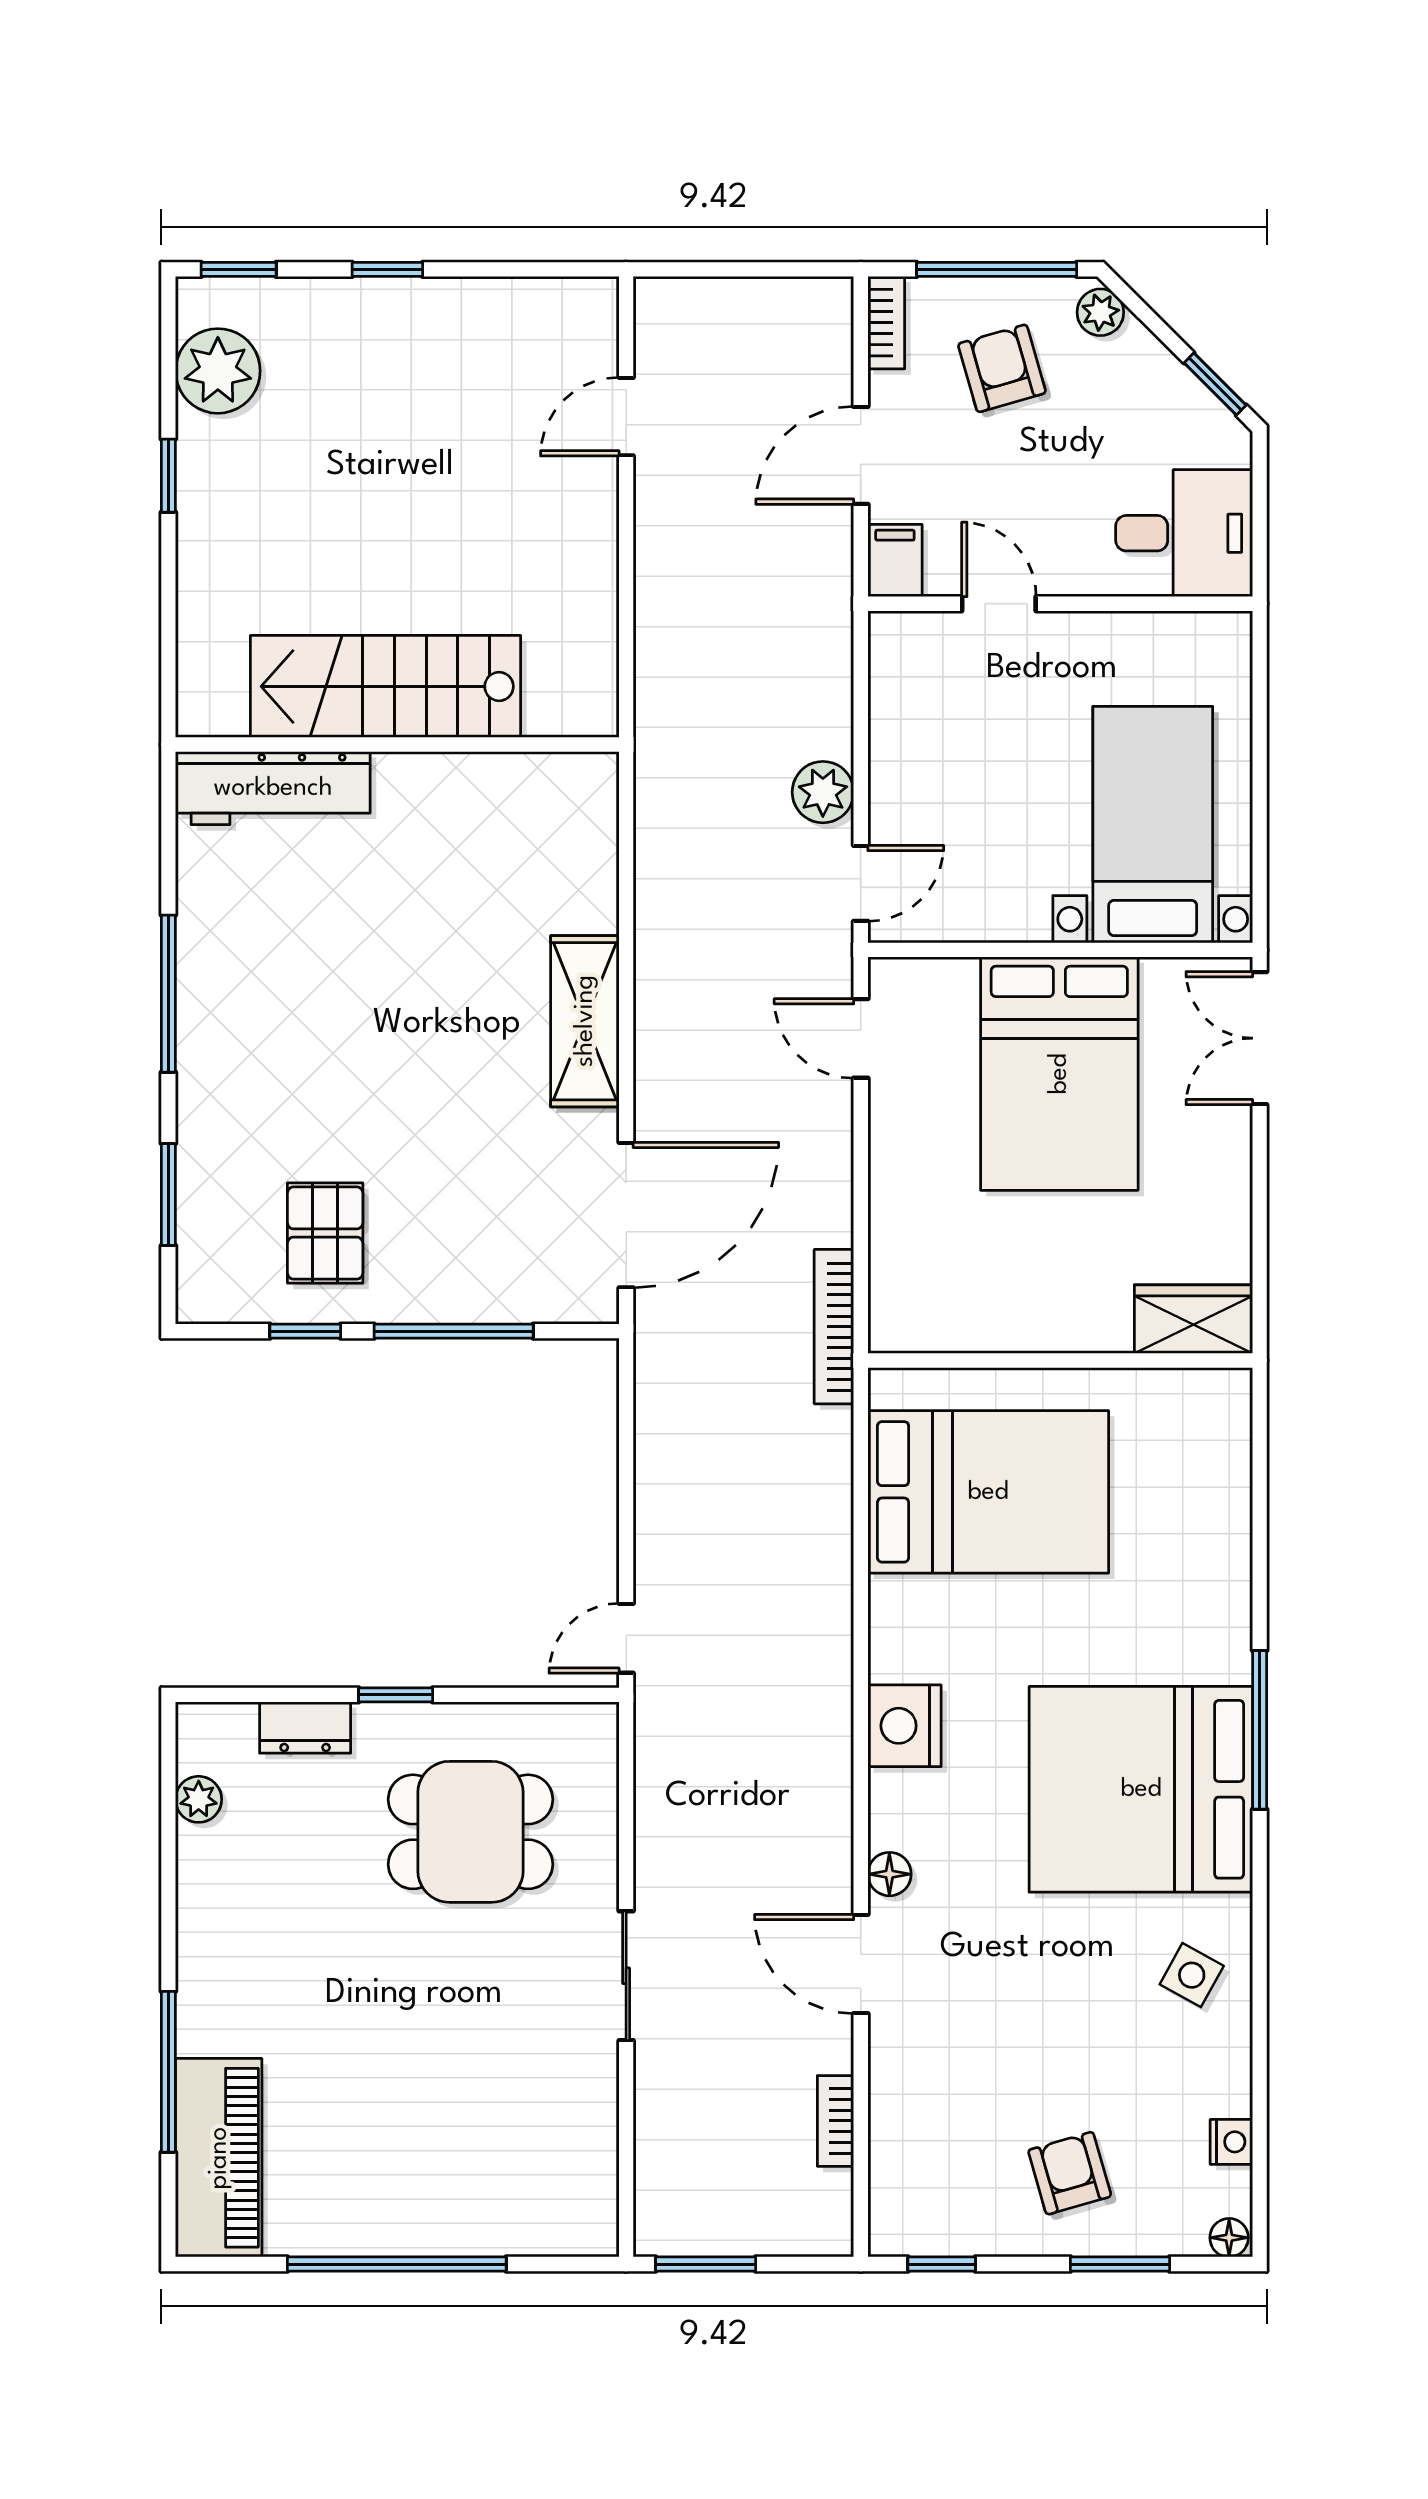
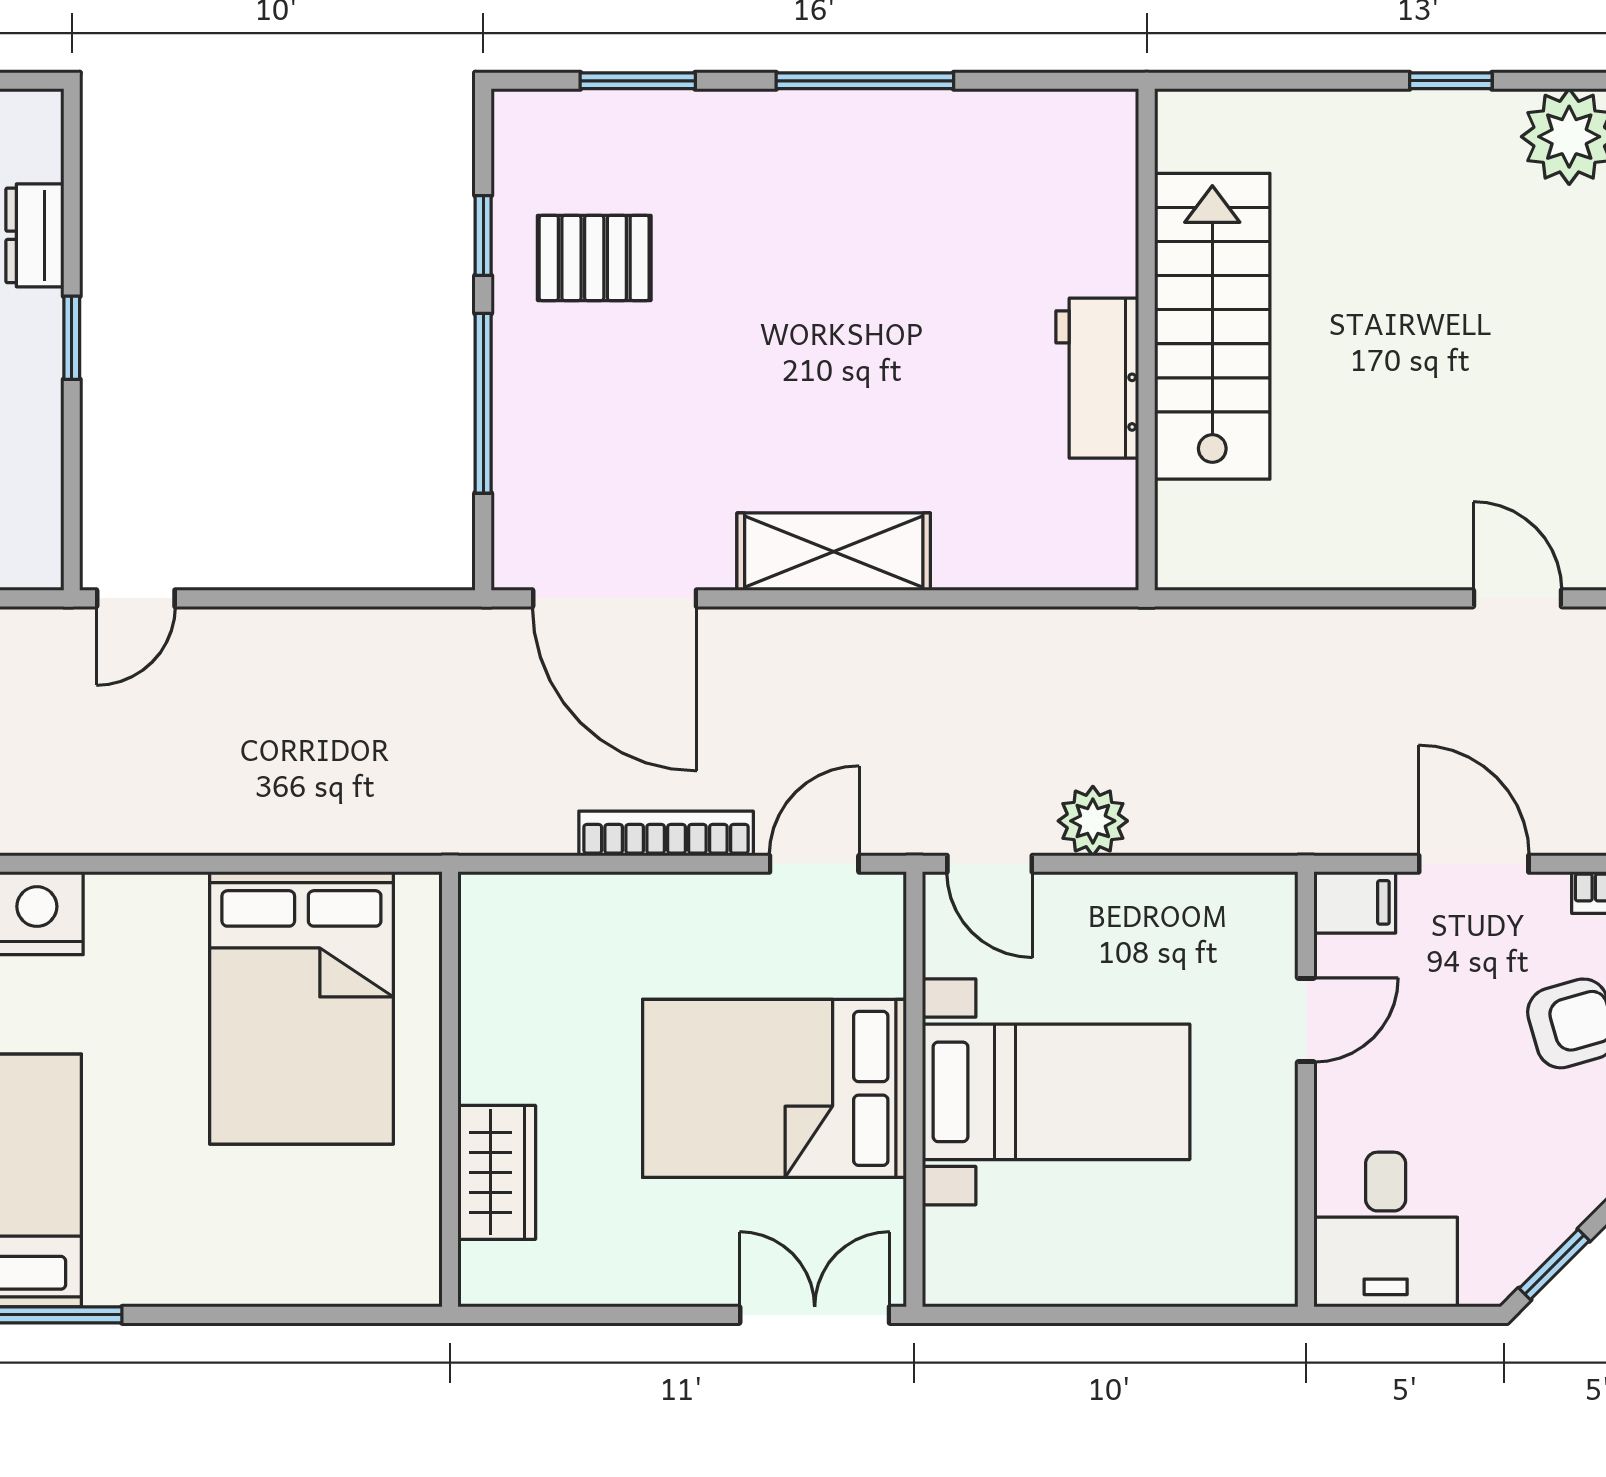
workbench: (273, 788) -> (1097, 378), moved, width x0.73
bed with nightstands: (1153, 825) -> (1056, 1092), moved
wardrobe: (1193, 1319) -> (497, 1172), moved
bookcase: (834, 1327) -> (666, 833), moved
door: (626, 1638) -> (136, 598), swing flipped

